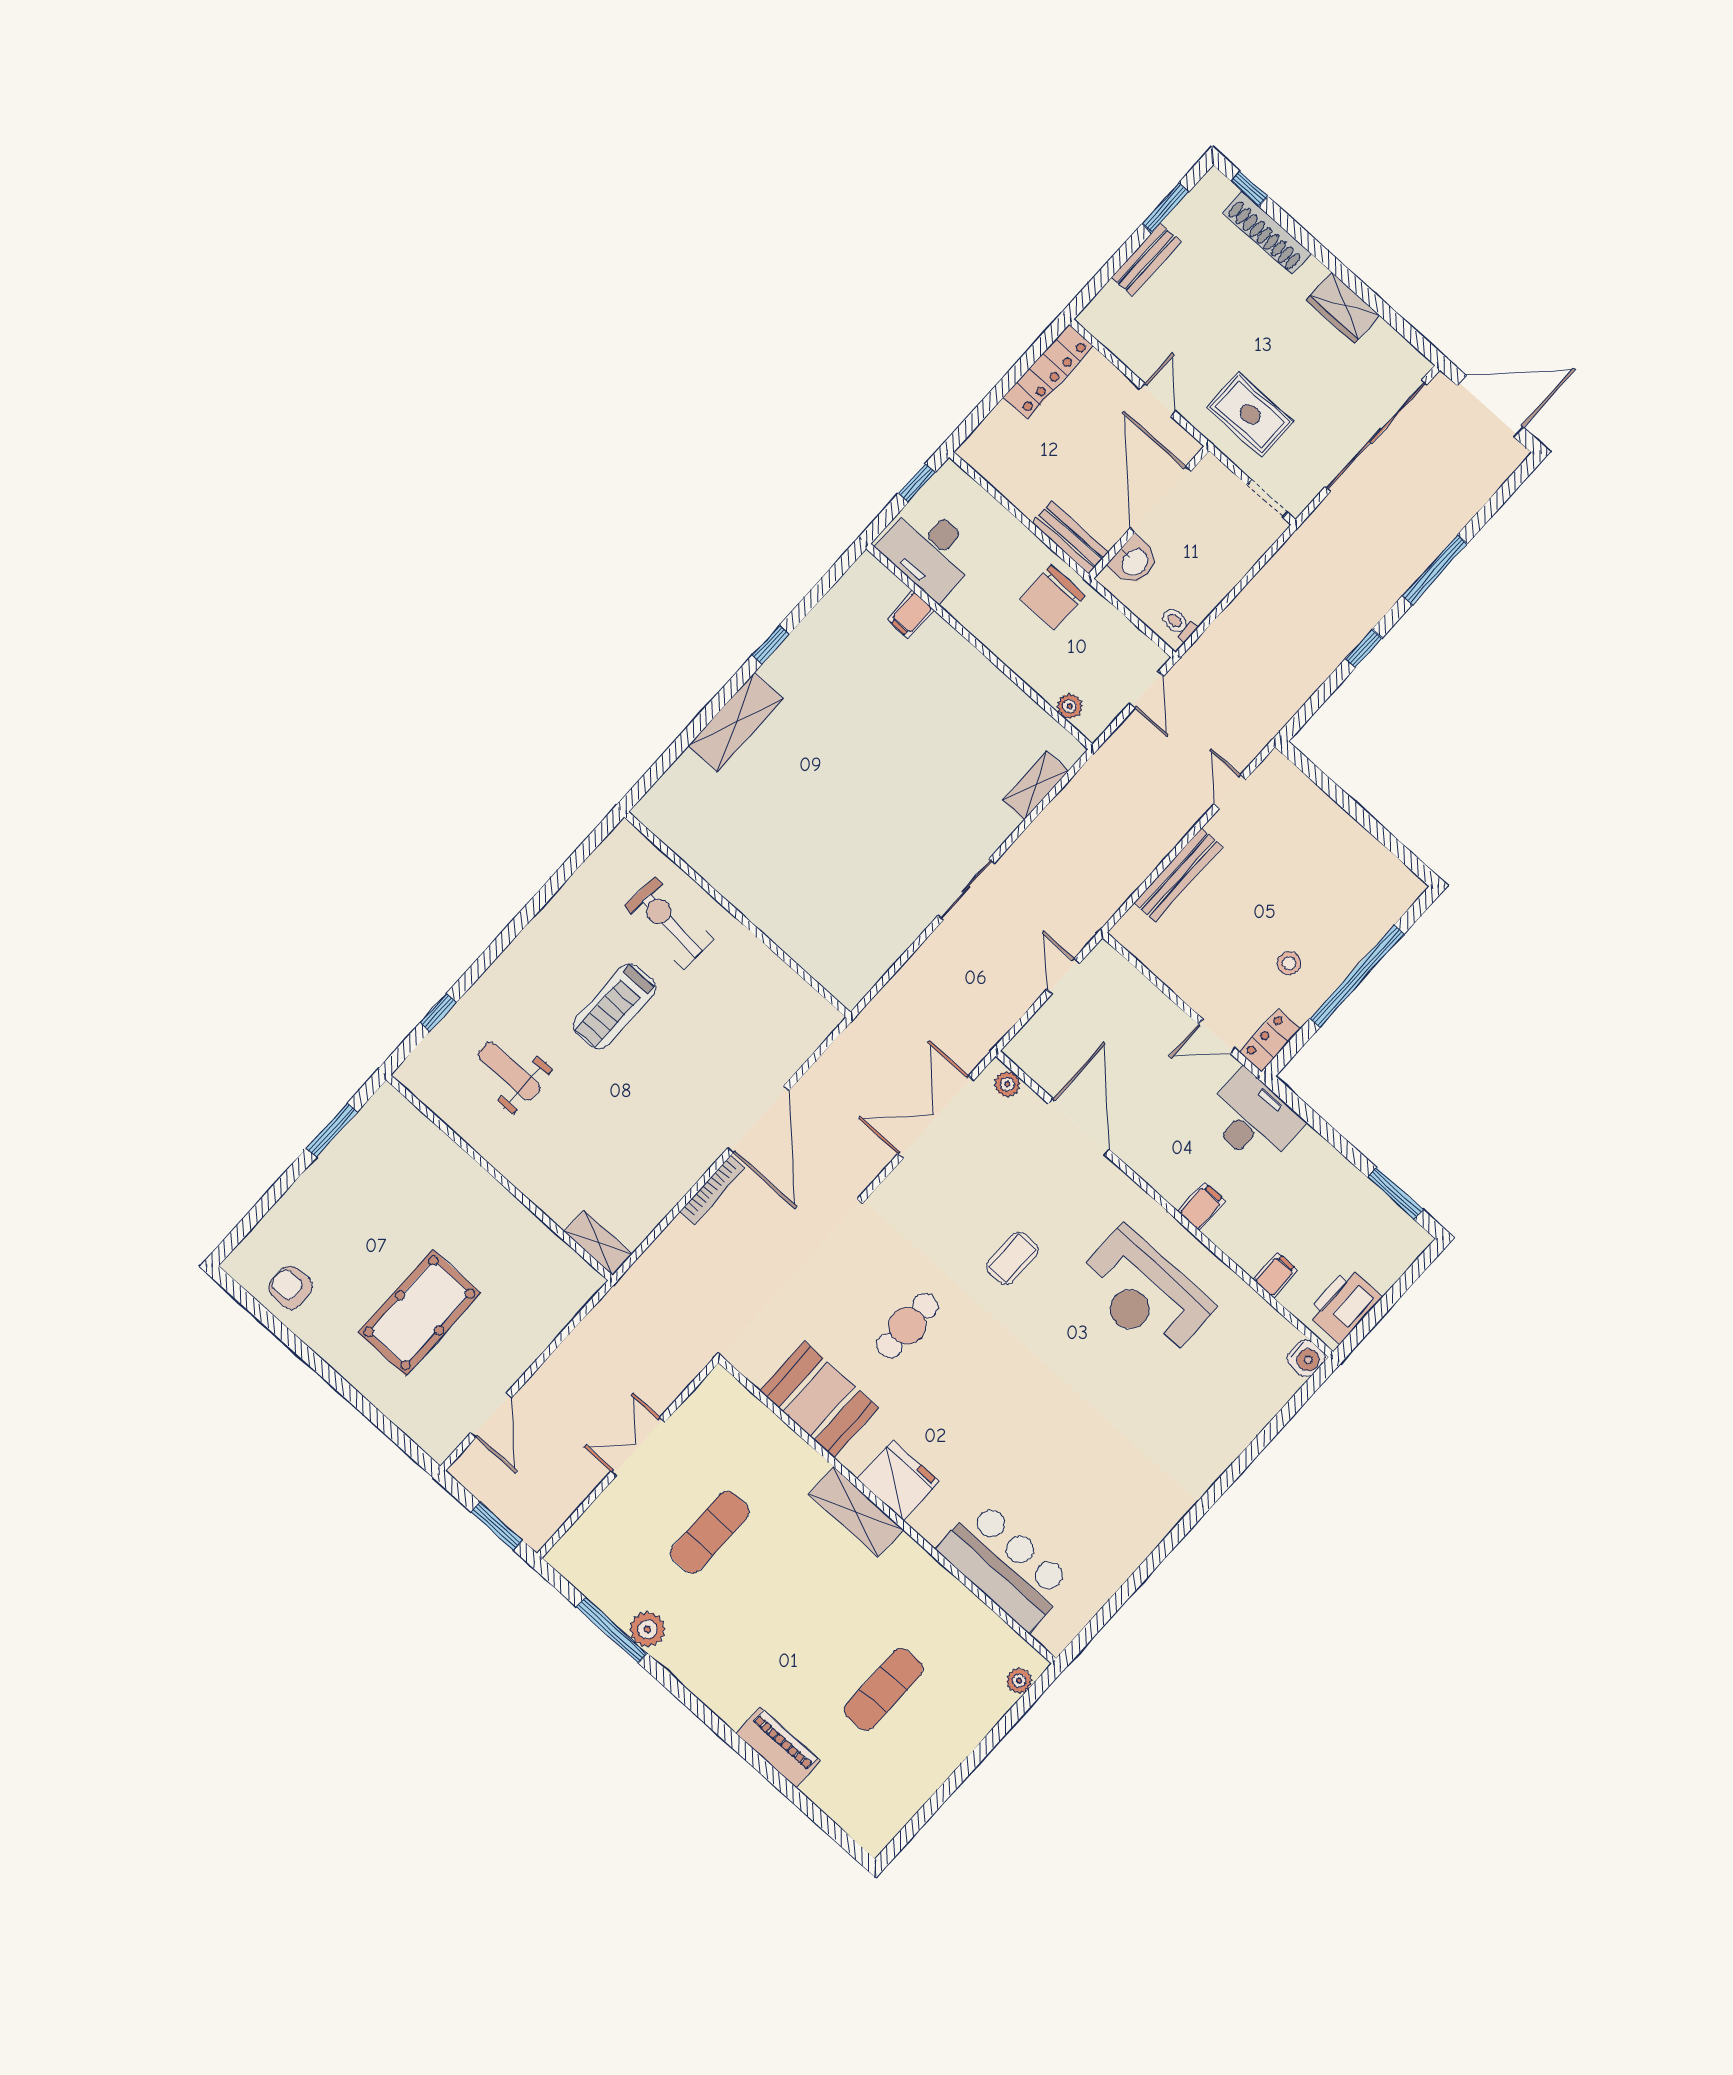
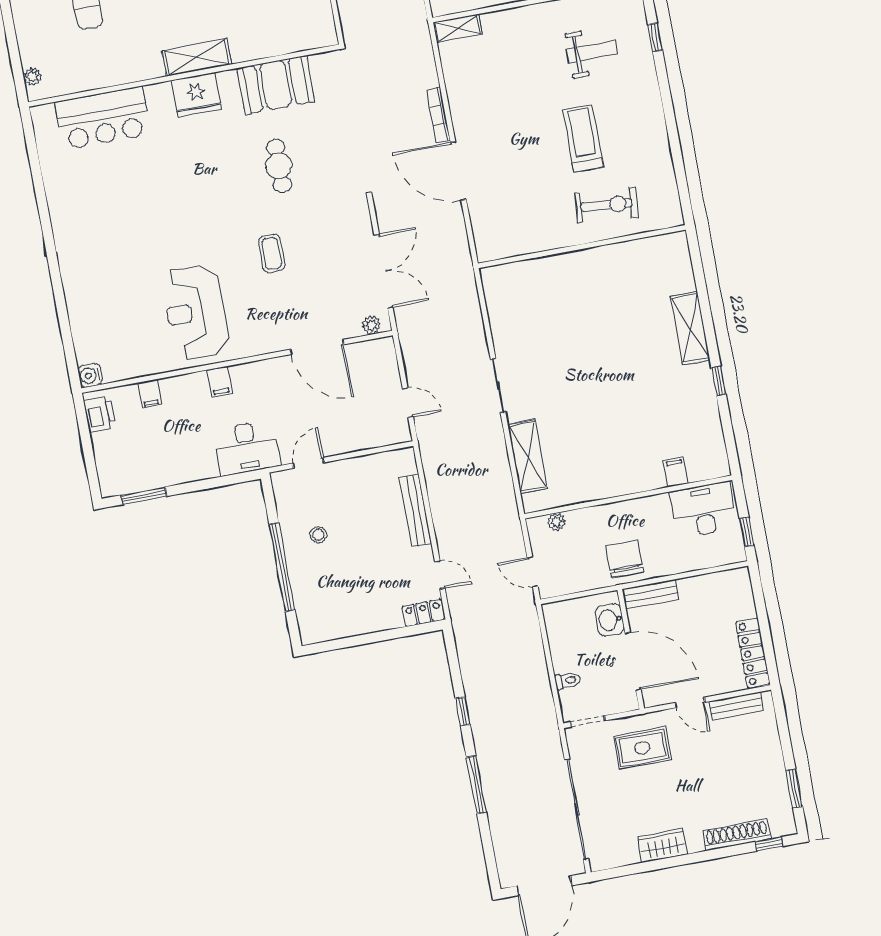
bench: (1146, 260) -> (736, 706), moved, turned 90
toilet: (1178, 624) -> (568, 681), moved
shelving: (1035, 786) -> (528, 457), width x1.50, depth x1.33
locker: (1270, 1040) -> (423, 613), moved, turned -90
reception desk: (1144, 1294) -> (196, 312), turned -90
printer: (1344, 1305) -> (100, 413), width x0.73, depth x0.84

